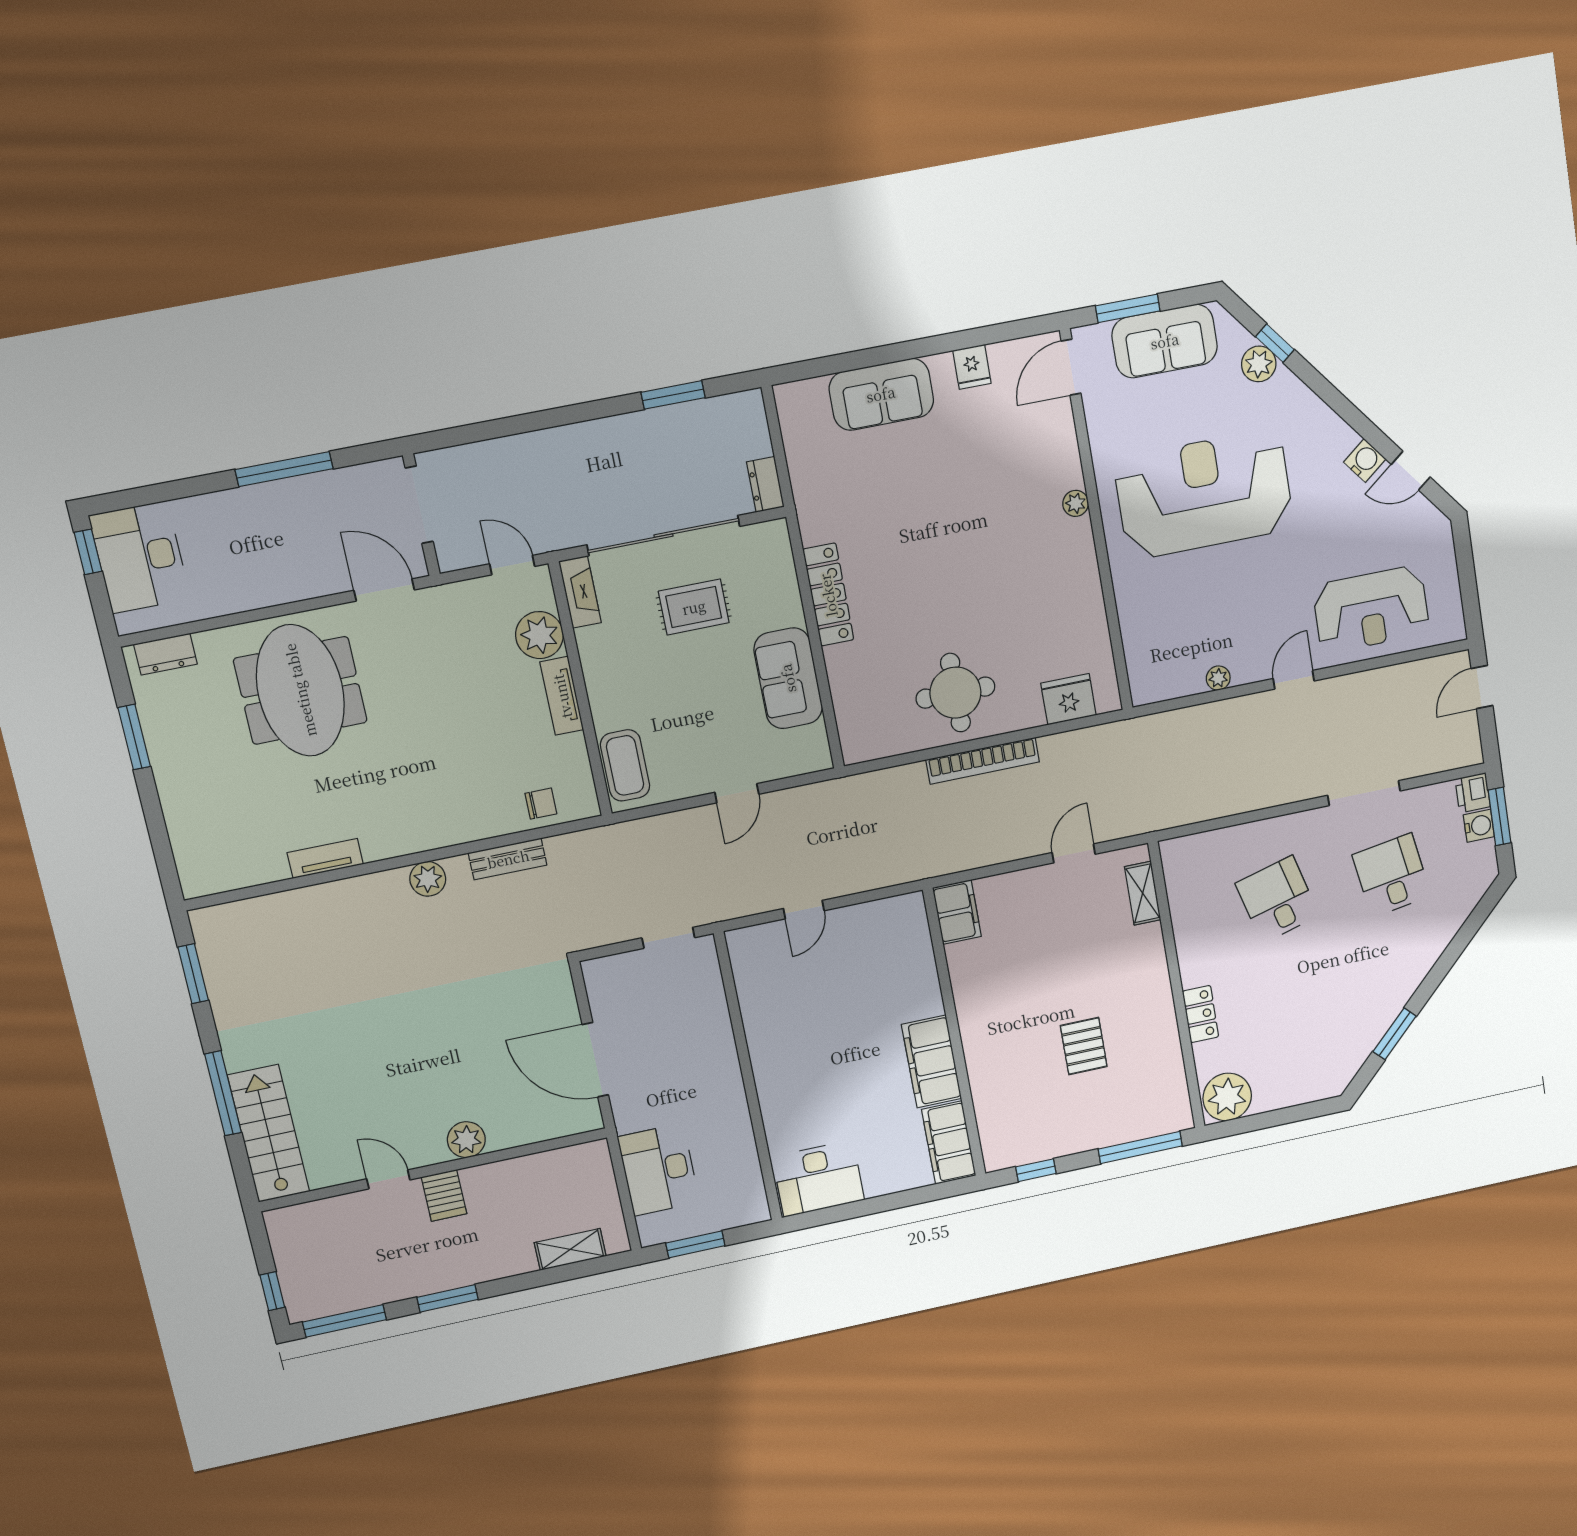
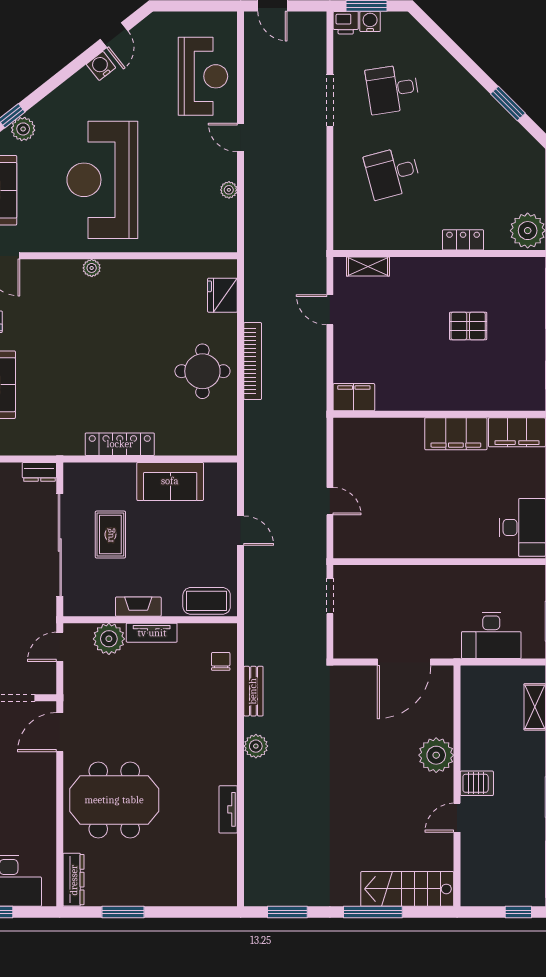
fireplace: (580, 592) -> (138, 607), moved
dresser: (165, 654) -> (74, 880), width x1.44
plant: (466, 1140) -> (436, 755), width x1.36, depth x1.36

